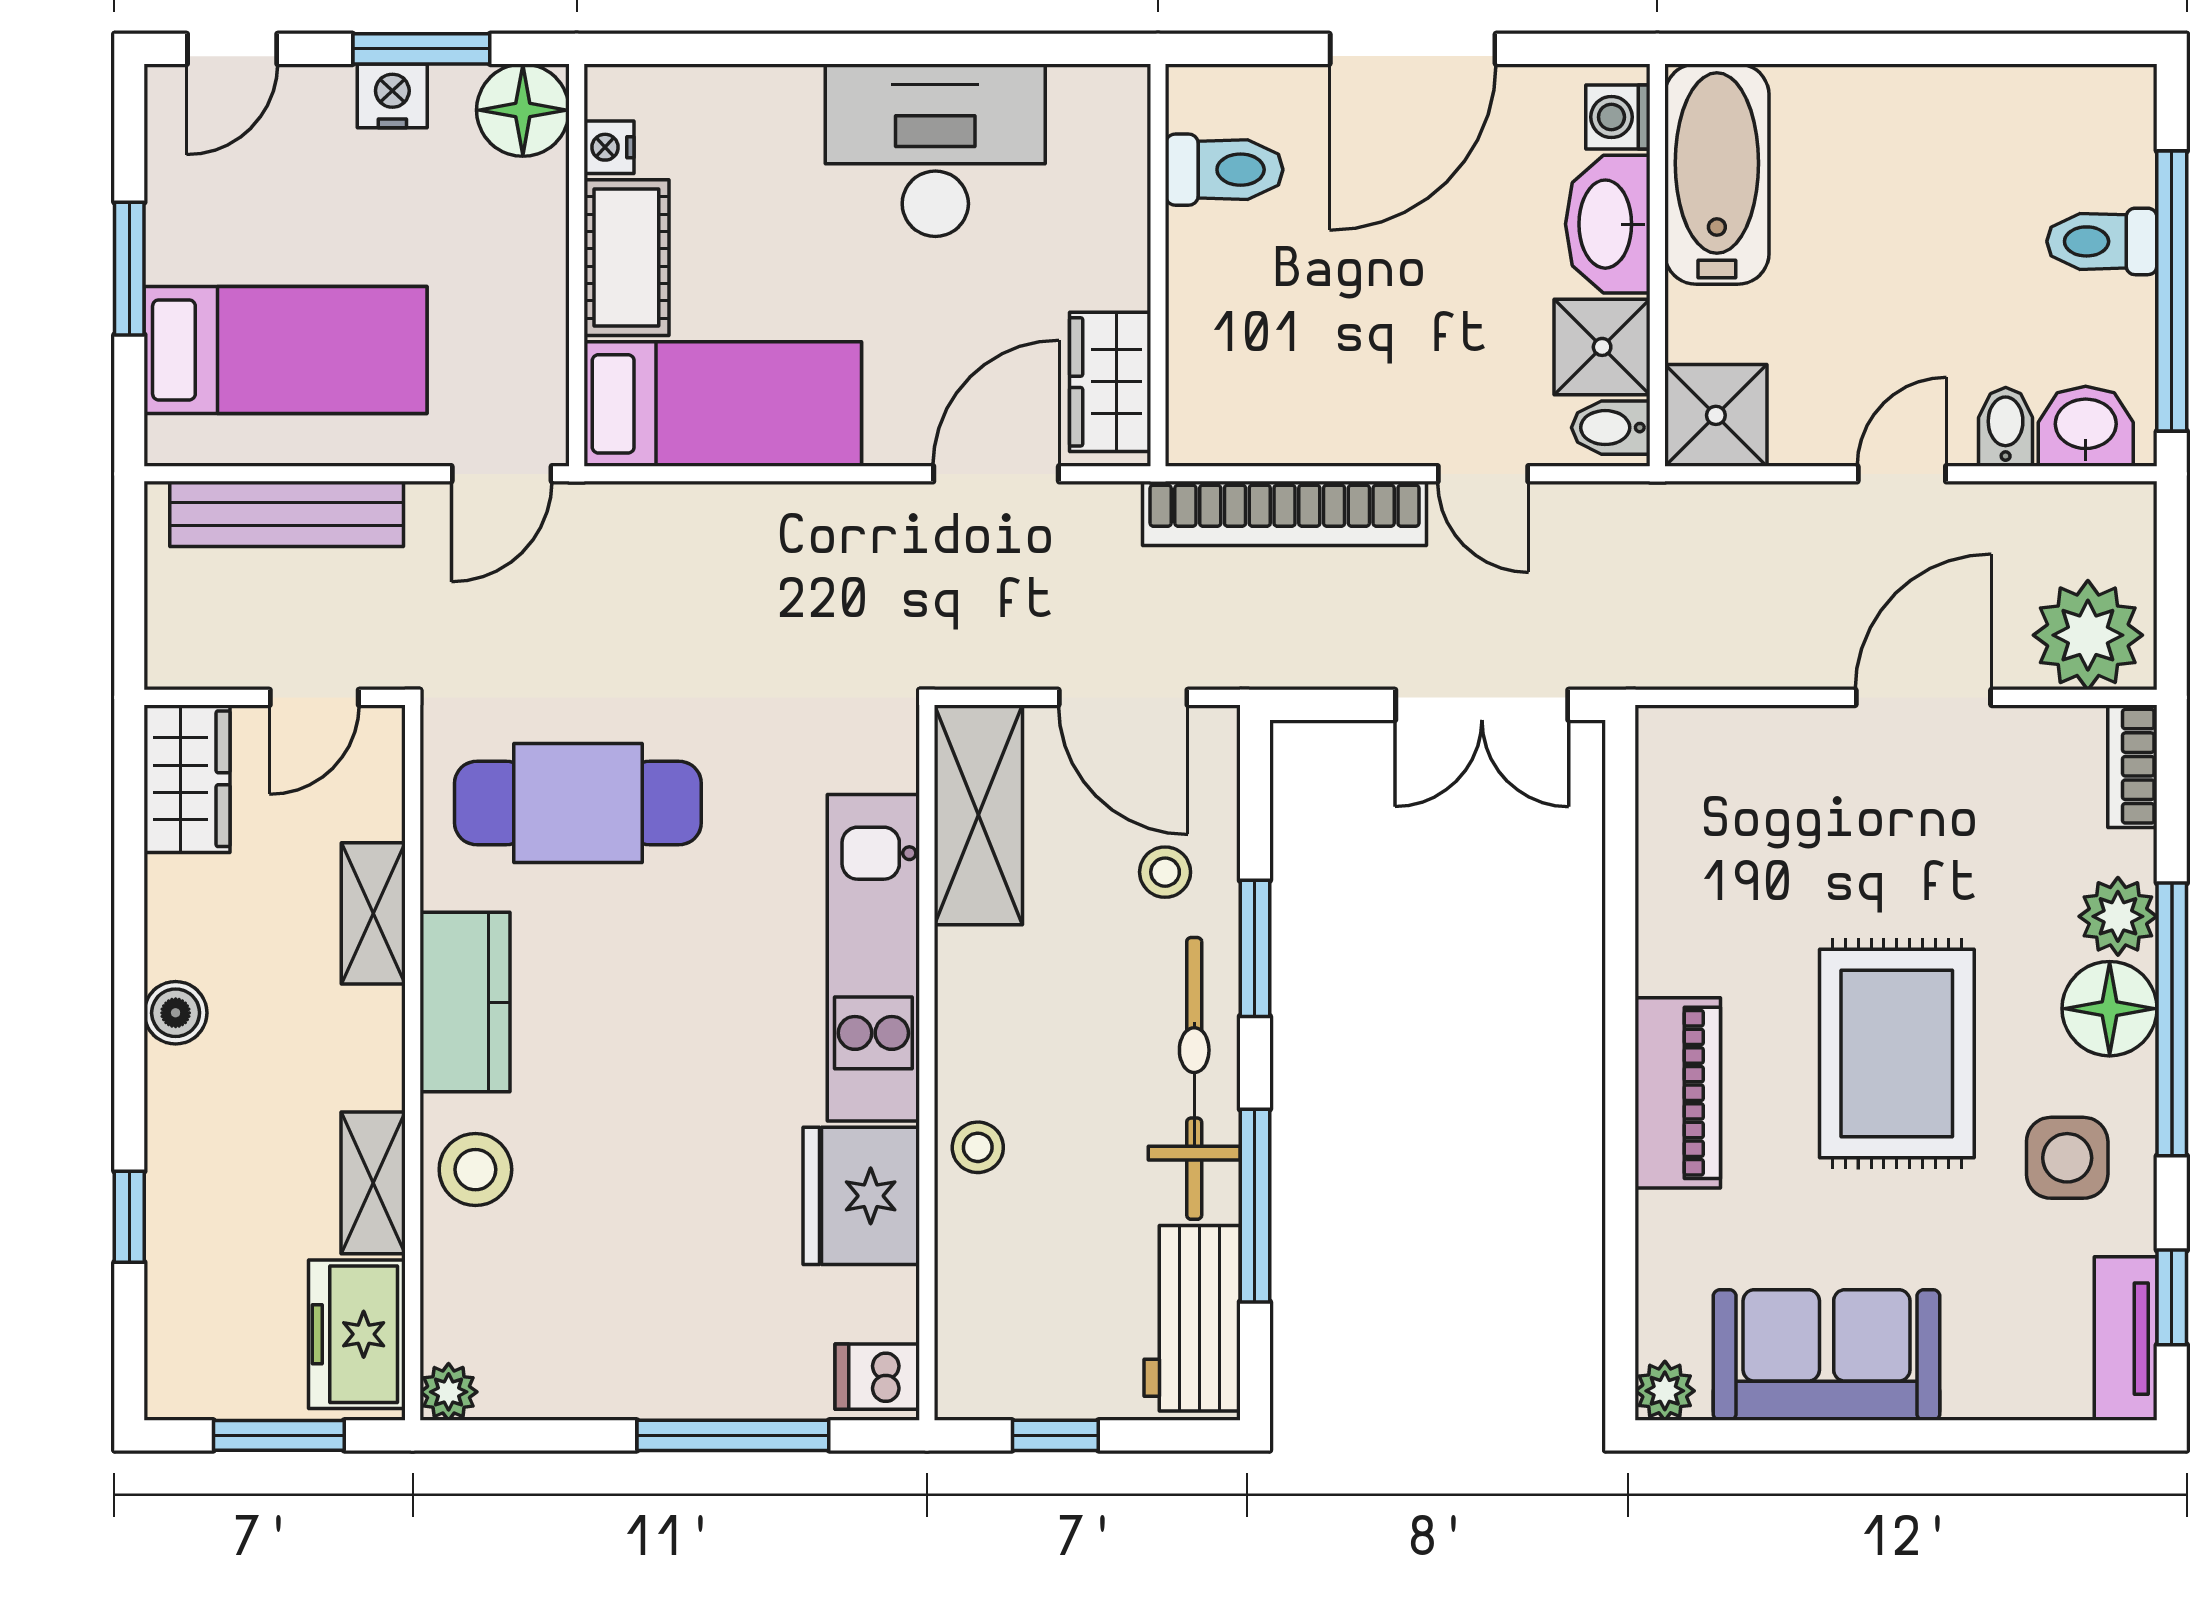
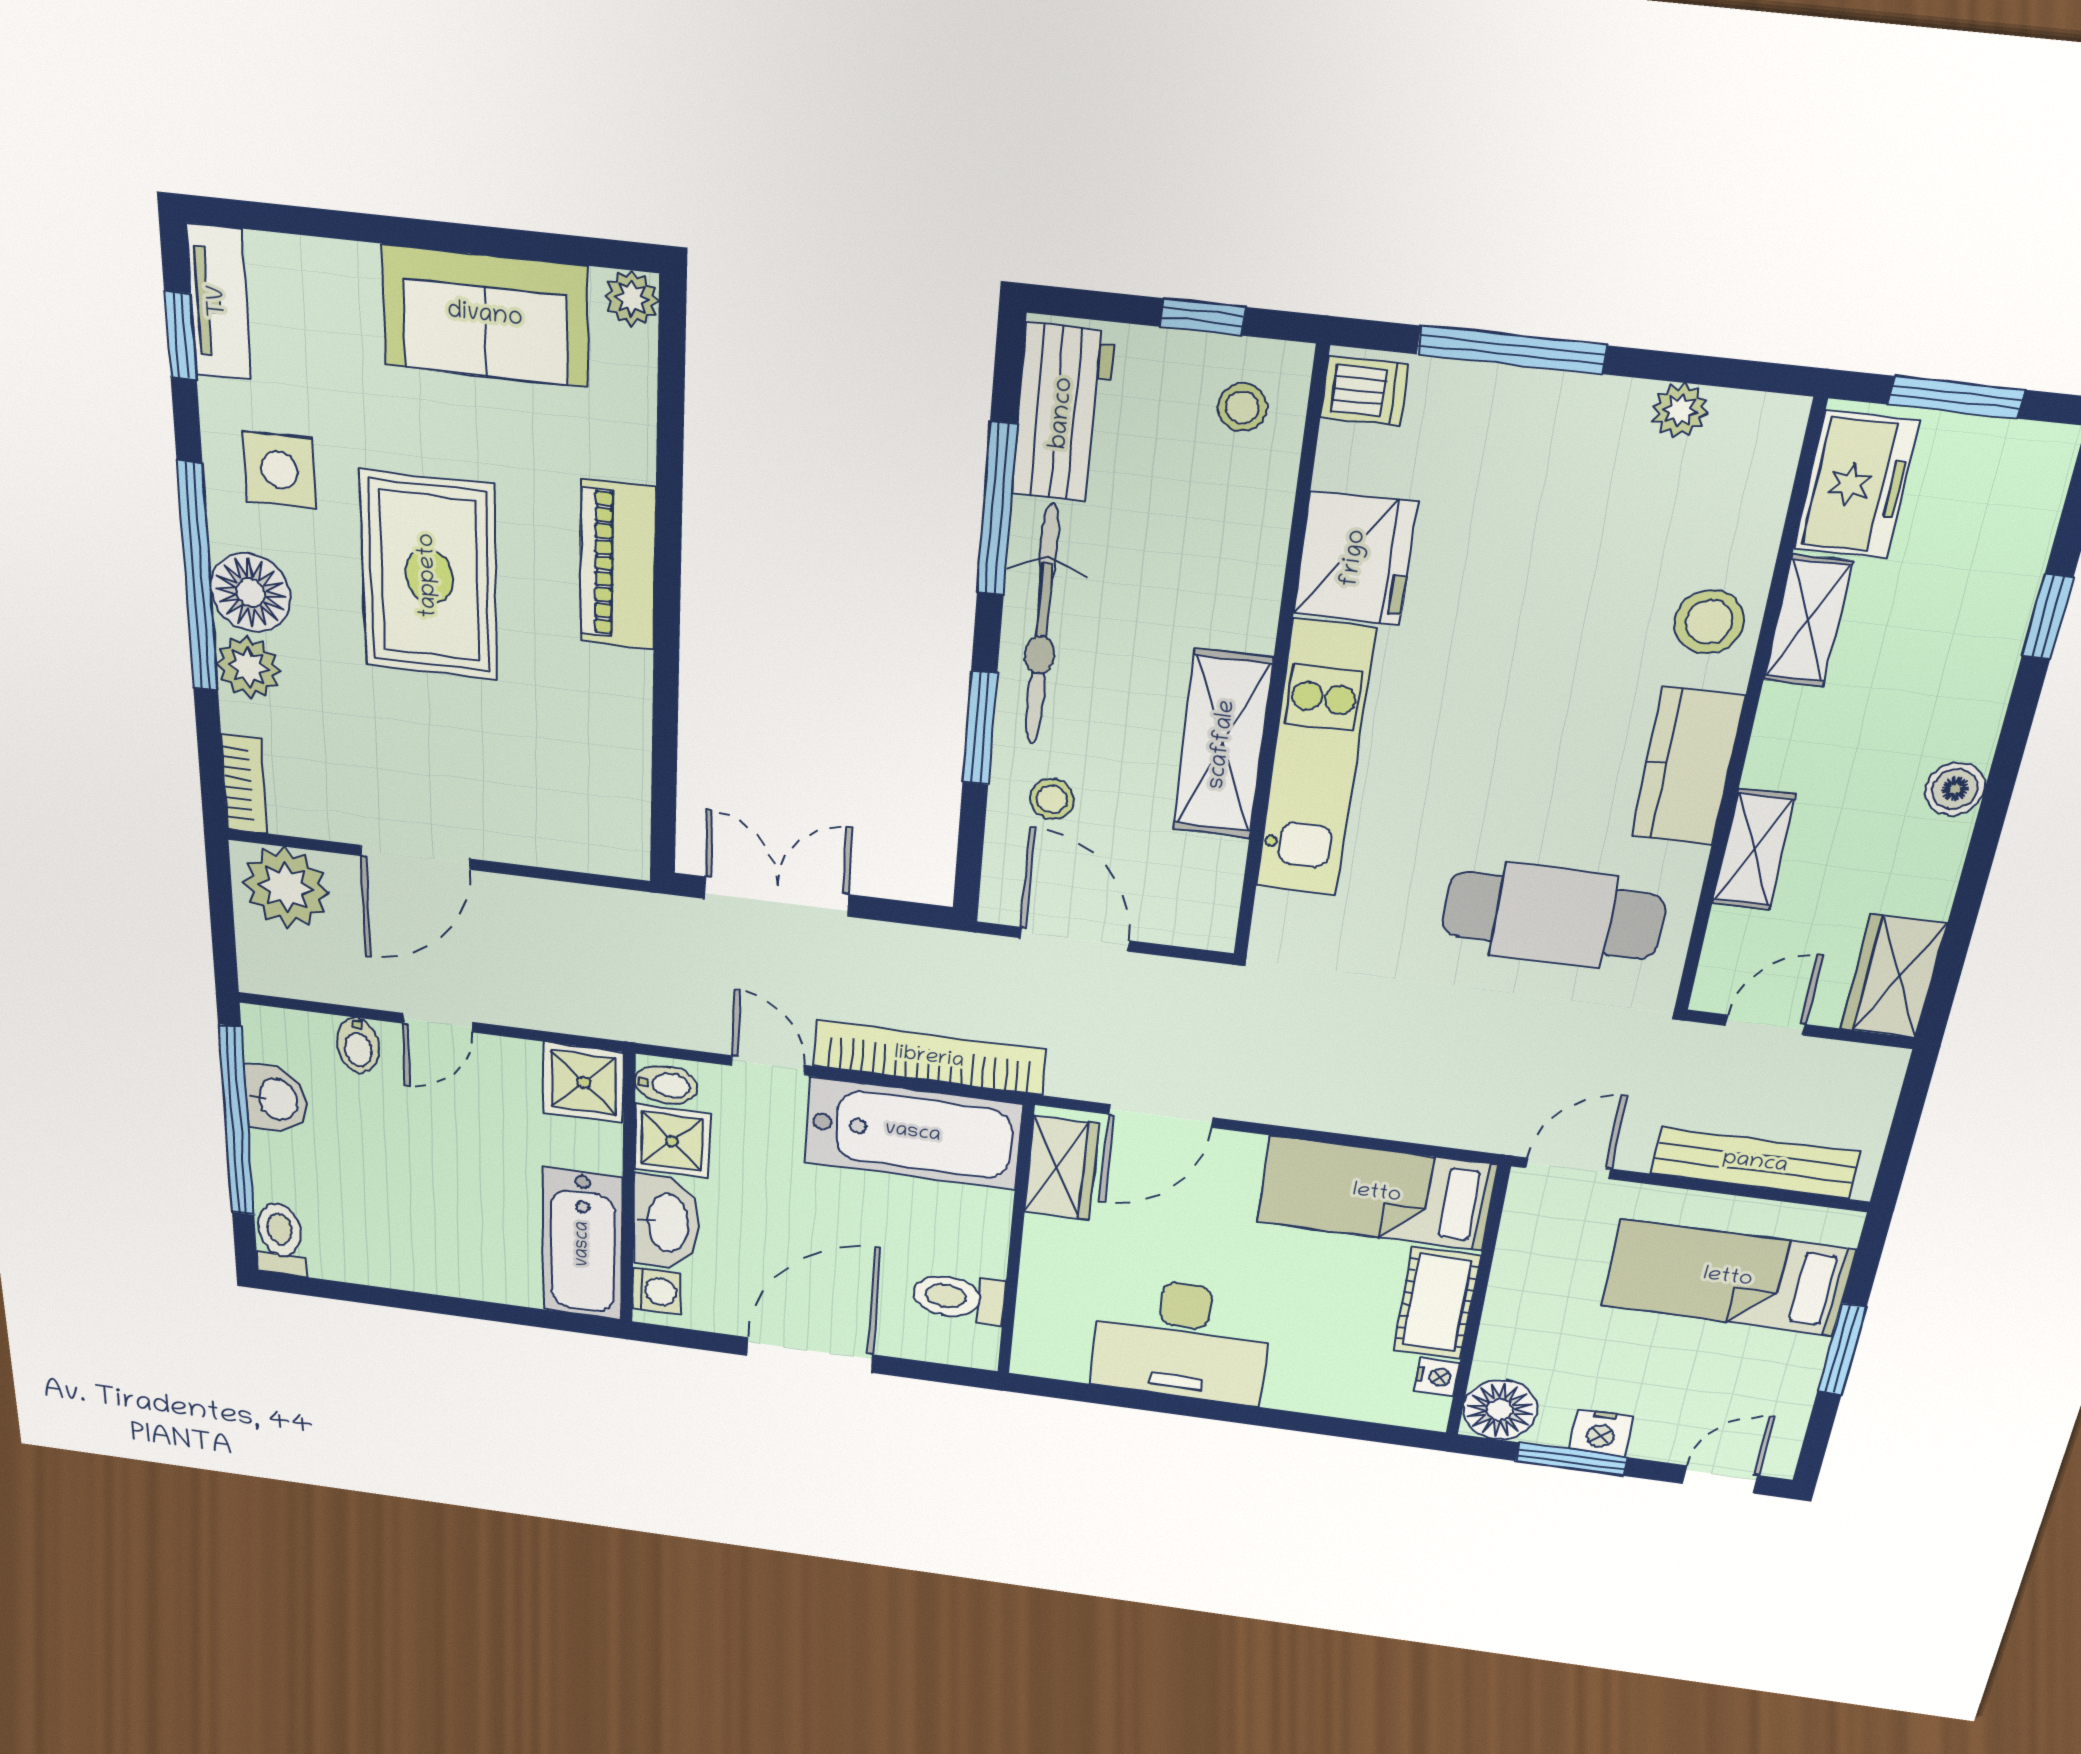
toilet: (2102, 241) -> (280, 1239), moved, turned -90
bathtub: (1298, 404) -> (913, 1133), added
washbasin: (2086, 426) -> (276, 1099), moved, turned -90
shelving: (978, 815) -> (1223, 745), moved
stool: (978, 1147) -> (1242, 407), moved
plant: (449, 1392) -> (1680, 410), moved

